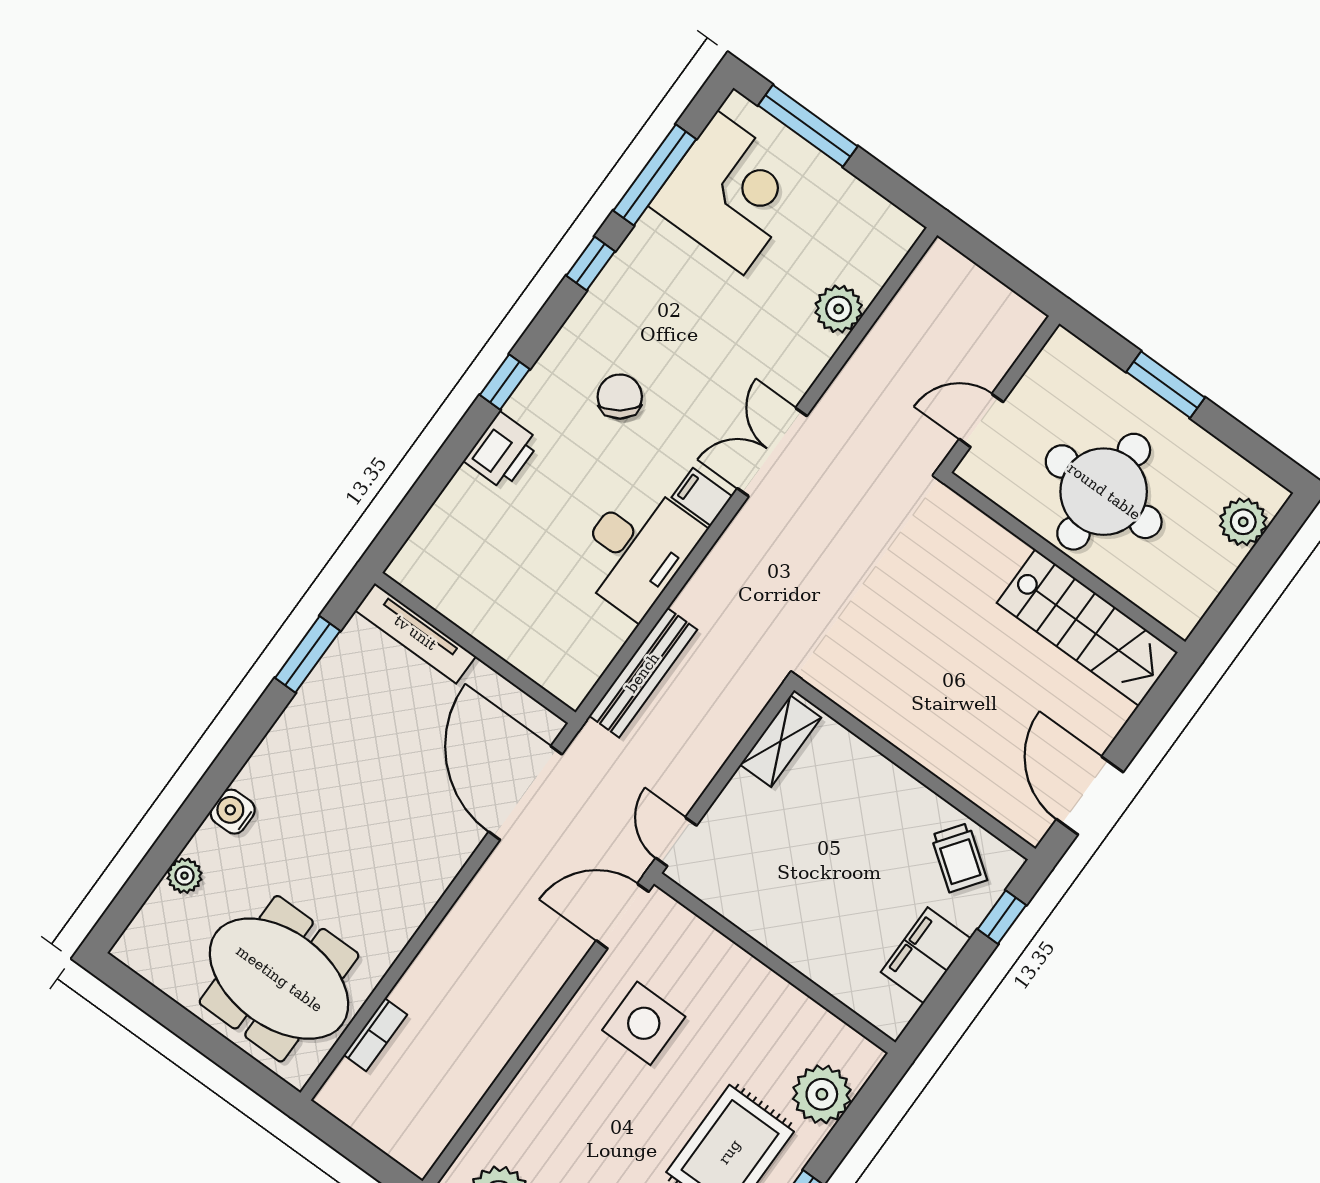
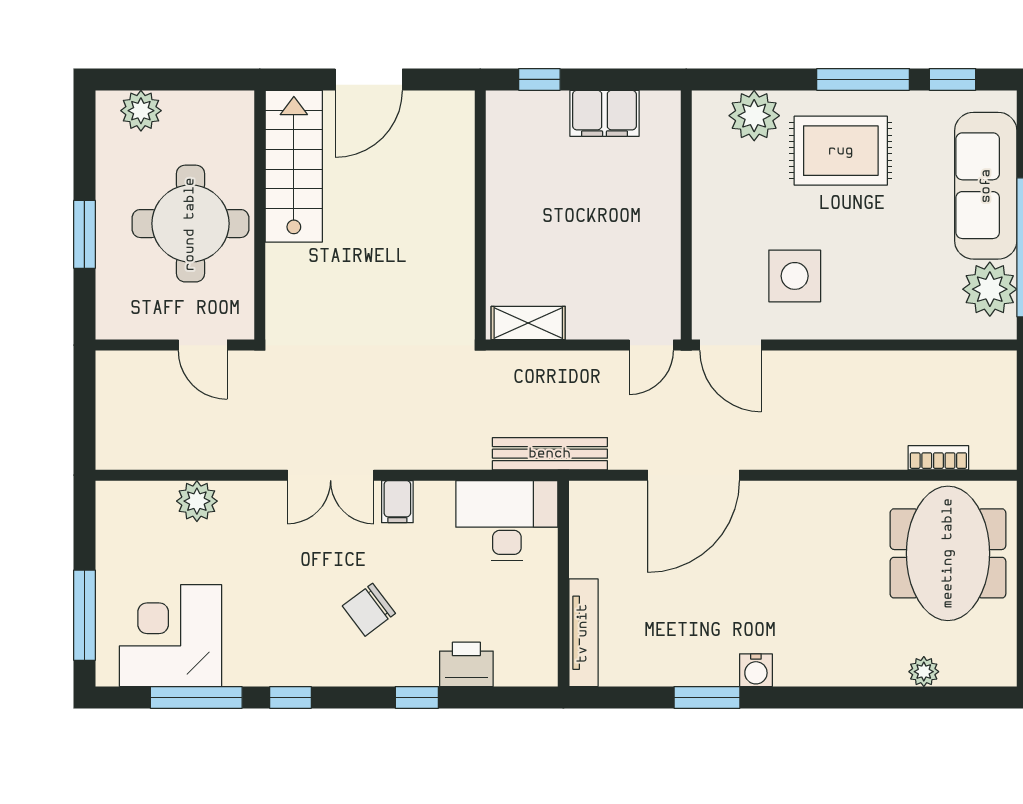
desk: (637, 549) -> (507, 521), moved
tv unit: (415, 633) -> (583, 633), moved
wall: (475, 648) -> (563, 584), moved
door: (1090, 796) -> (369, 79), moved
water cooler: (233, 812) -> (756, 670), moved
trolley: (959, 858) -> (519, 139), removed

